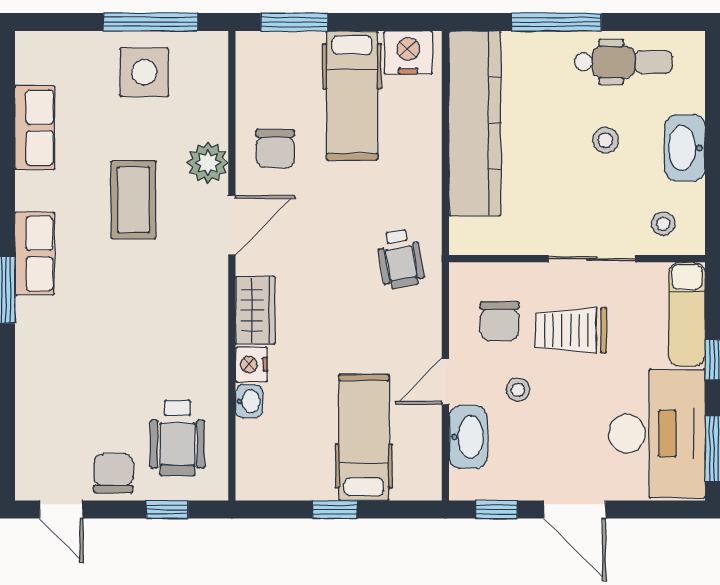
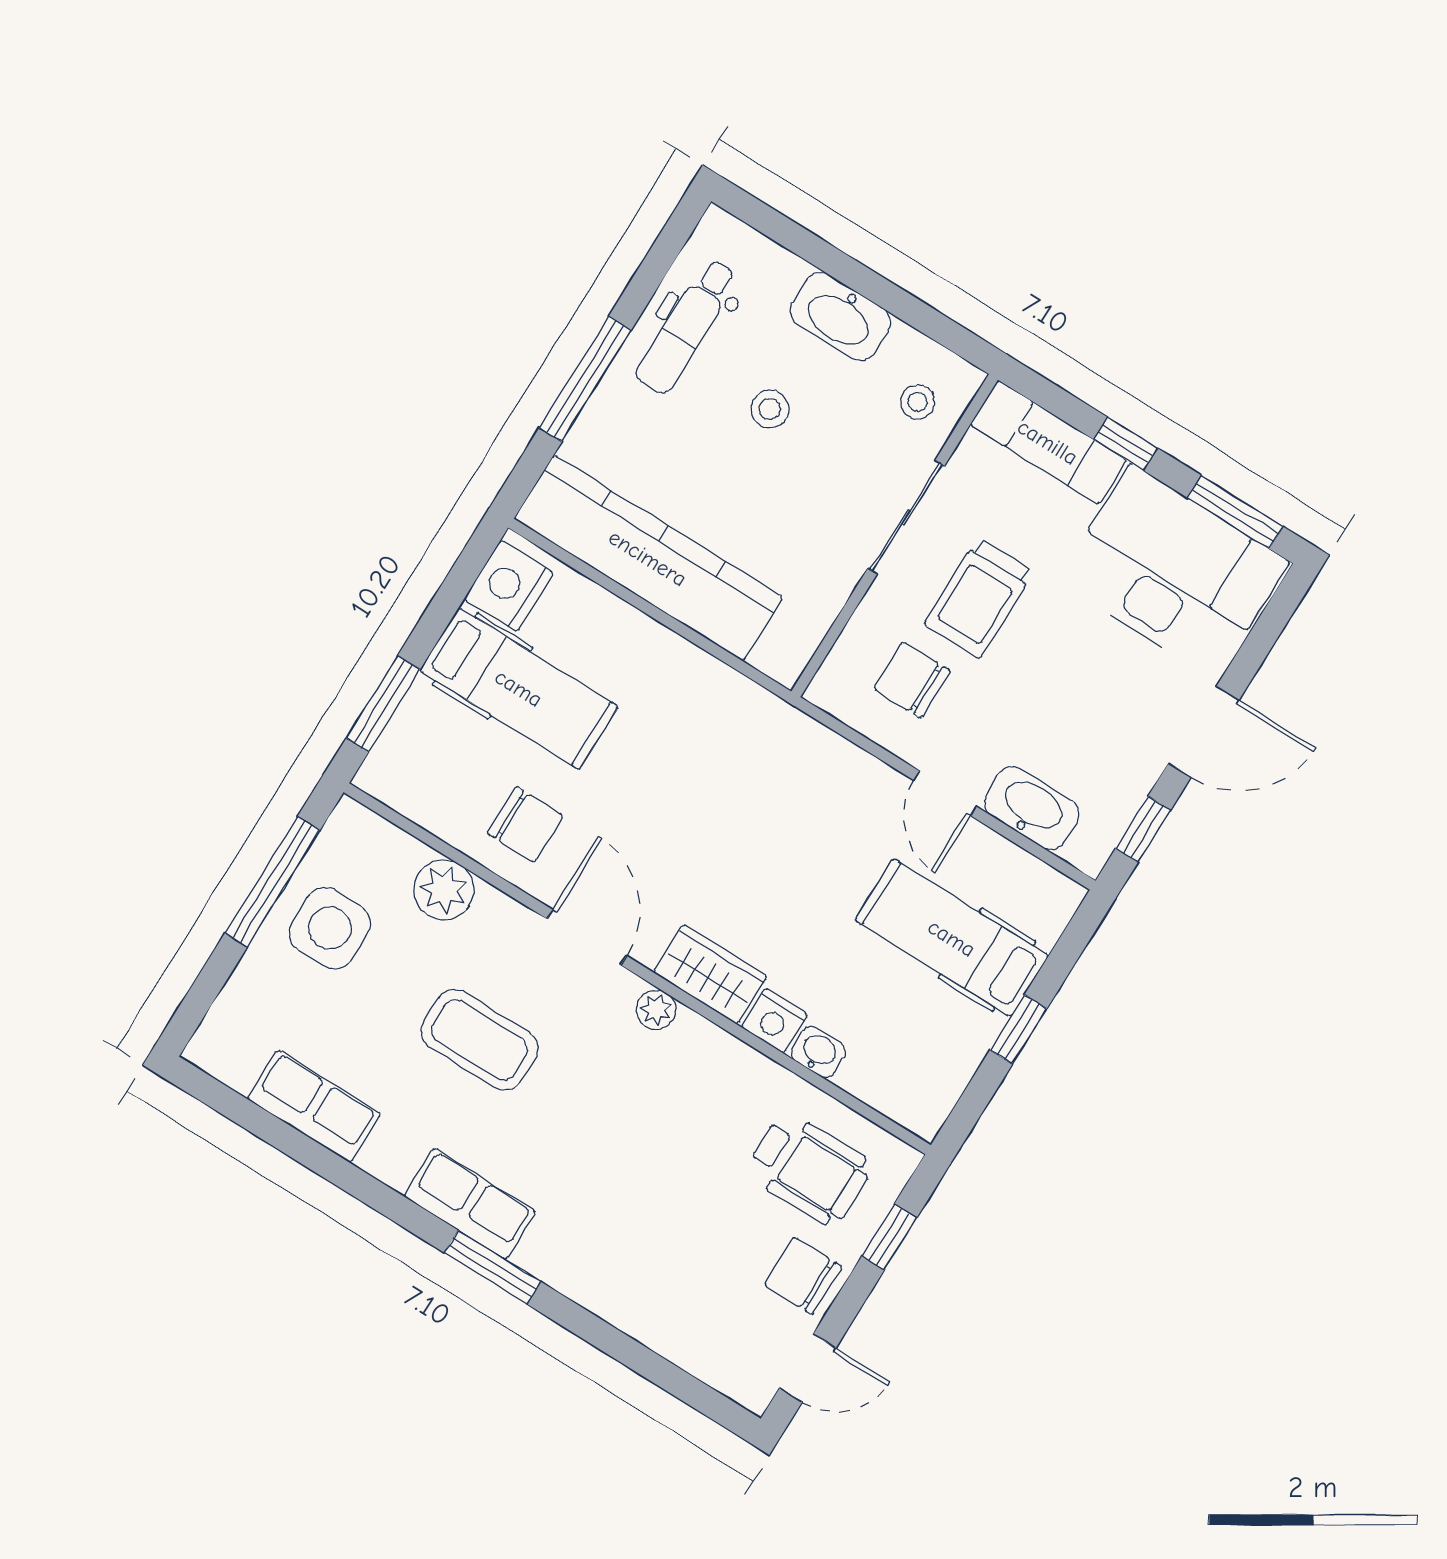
dental chair: (623, 62) -> (687, 326), turned 180
plant: (208, 163) -> (444, 890), moved
wheelchair: (400, 259) -> (759, 755), removed
plant: (215, 292) -> (656, 1010), added
chair: (499, 321) -> (912, 680), turned 180
stool: (518, 390) -> (1012, 710), removed

